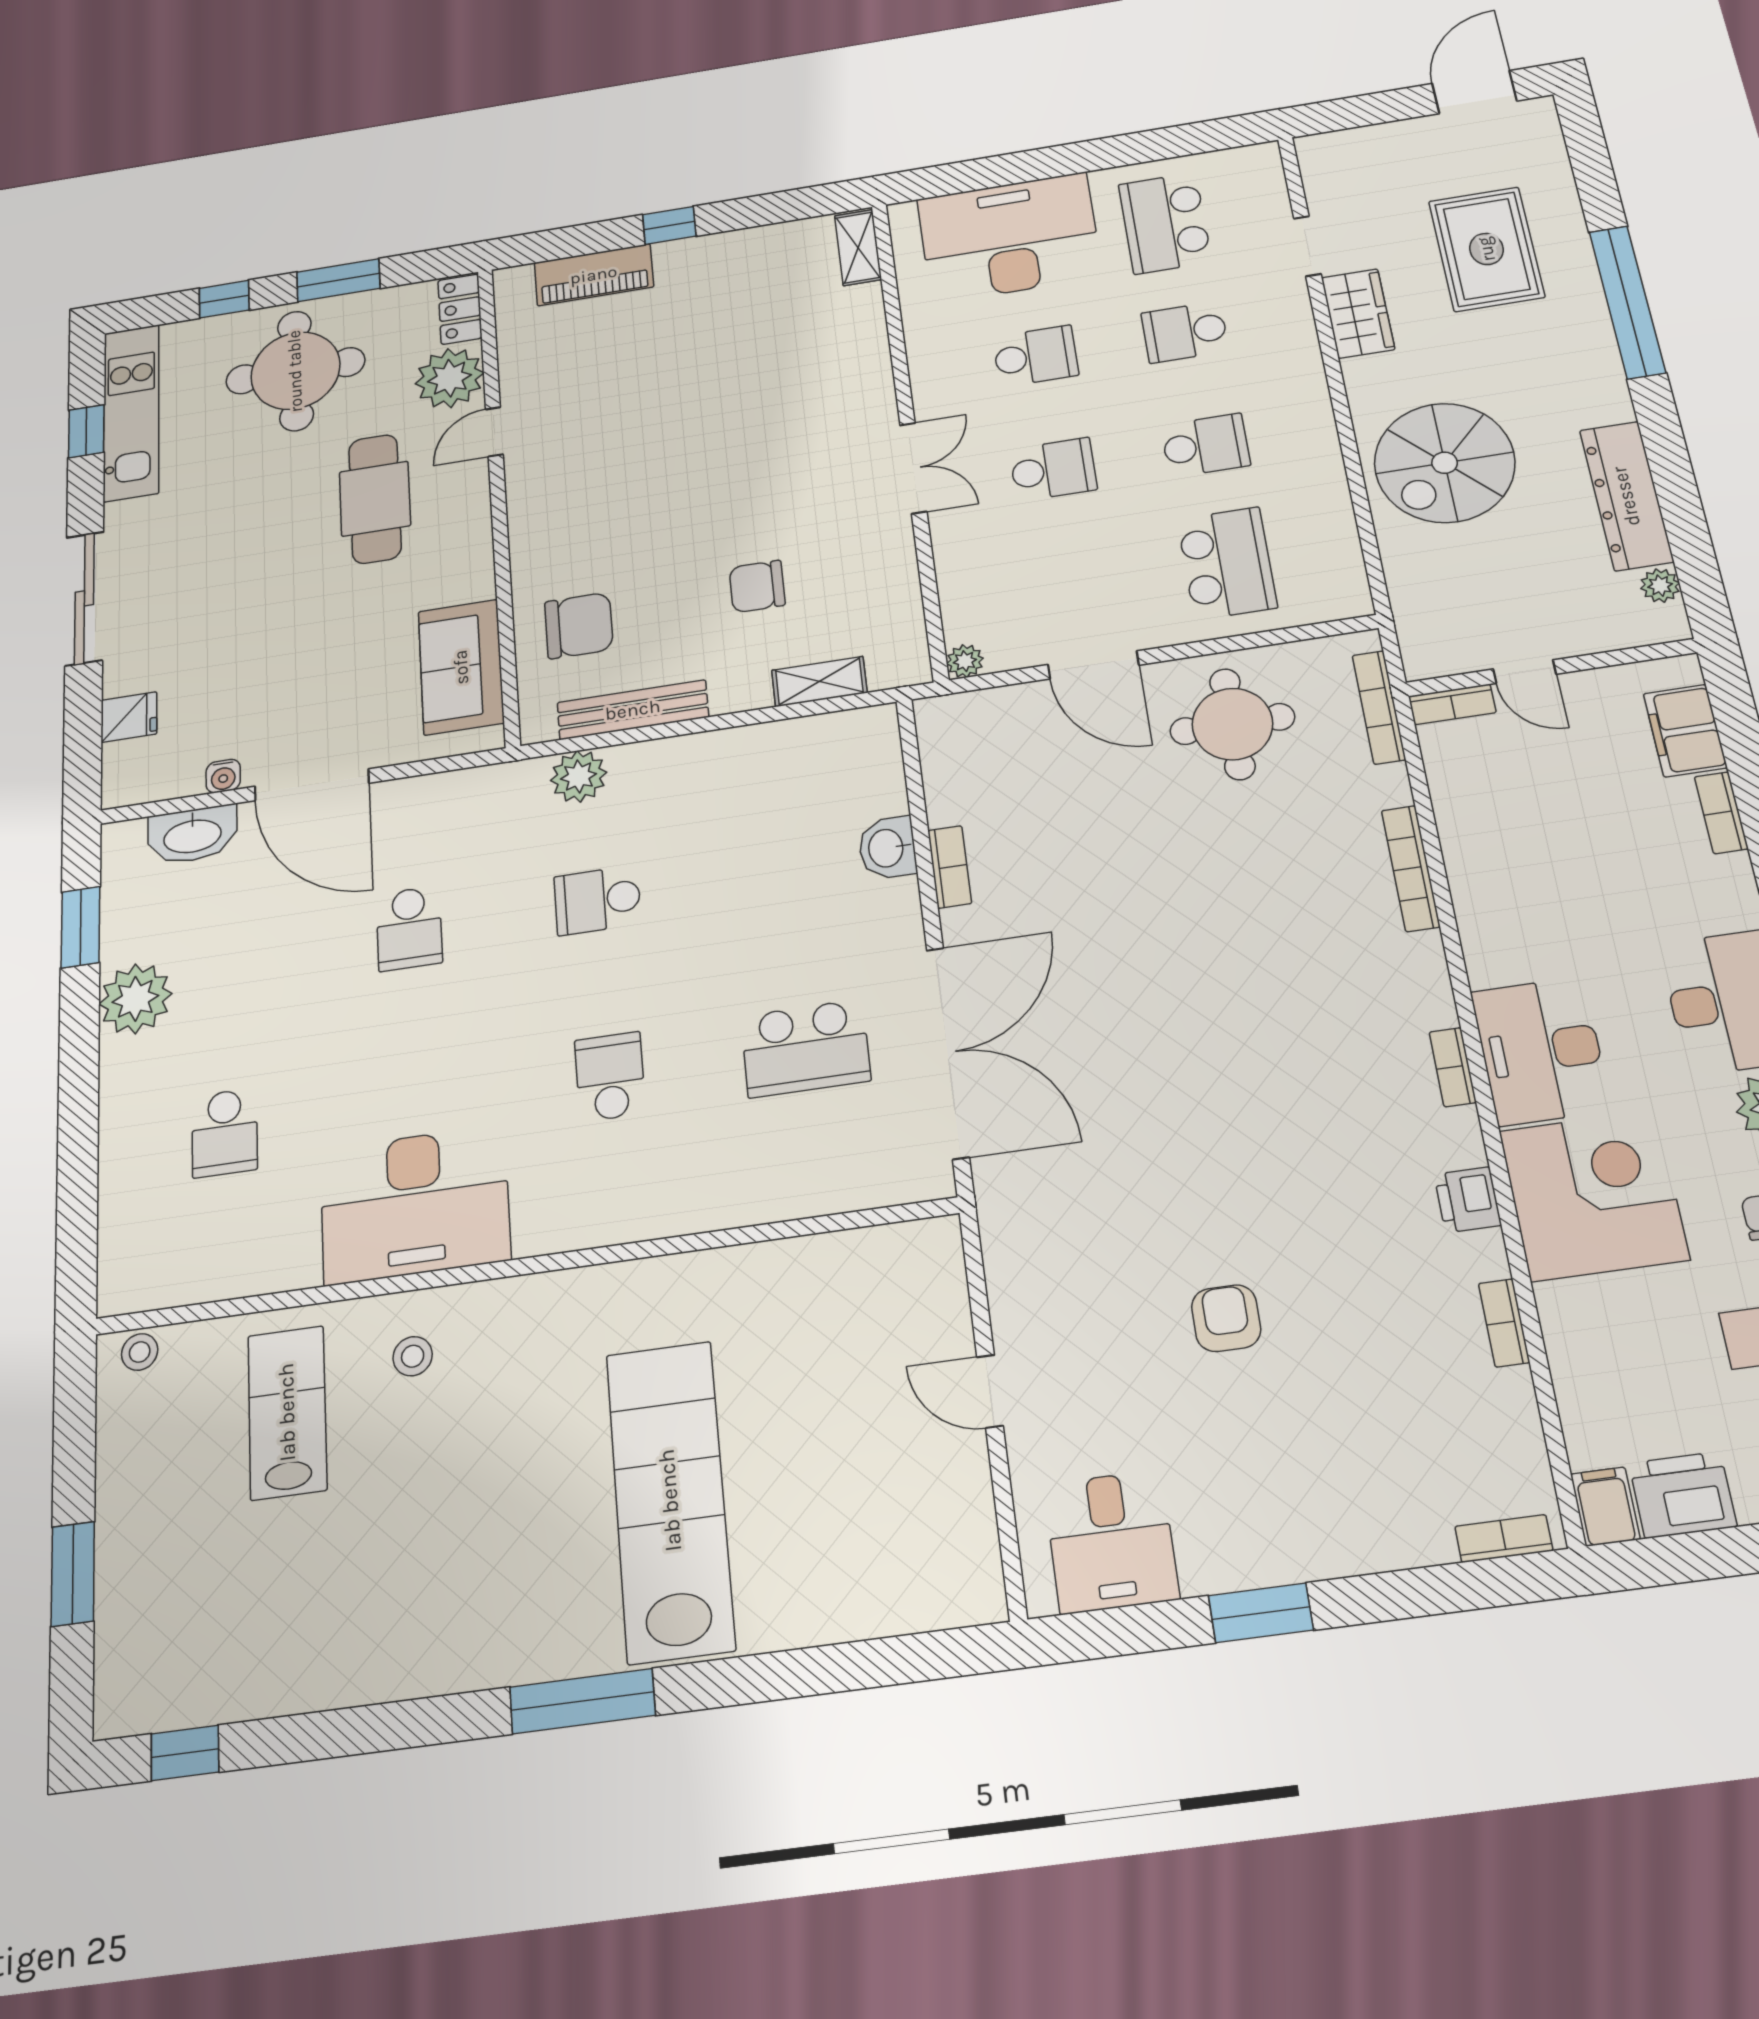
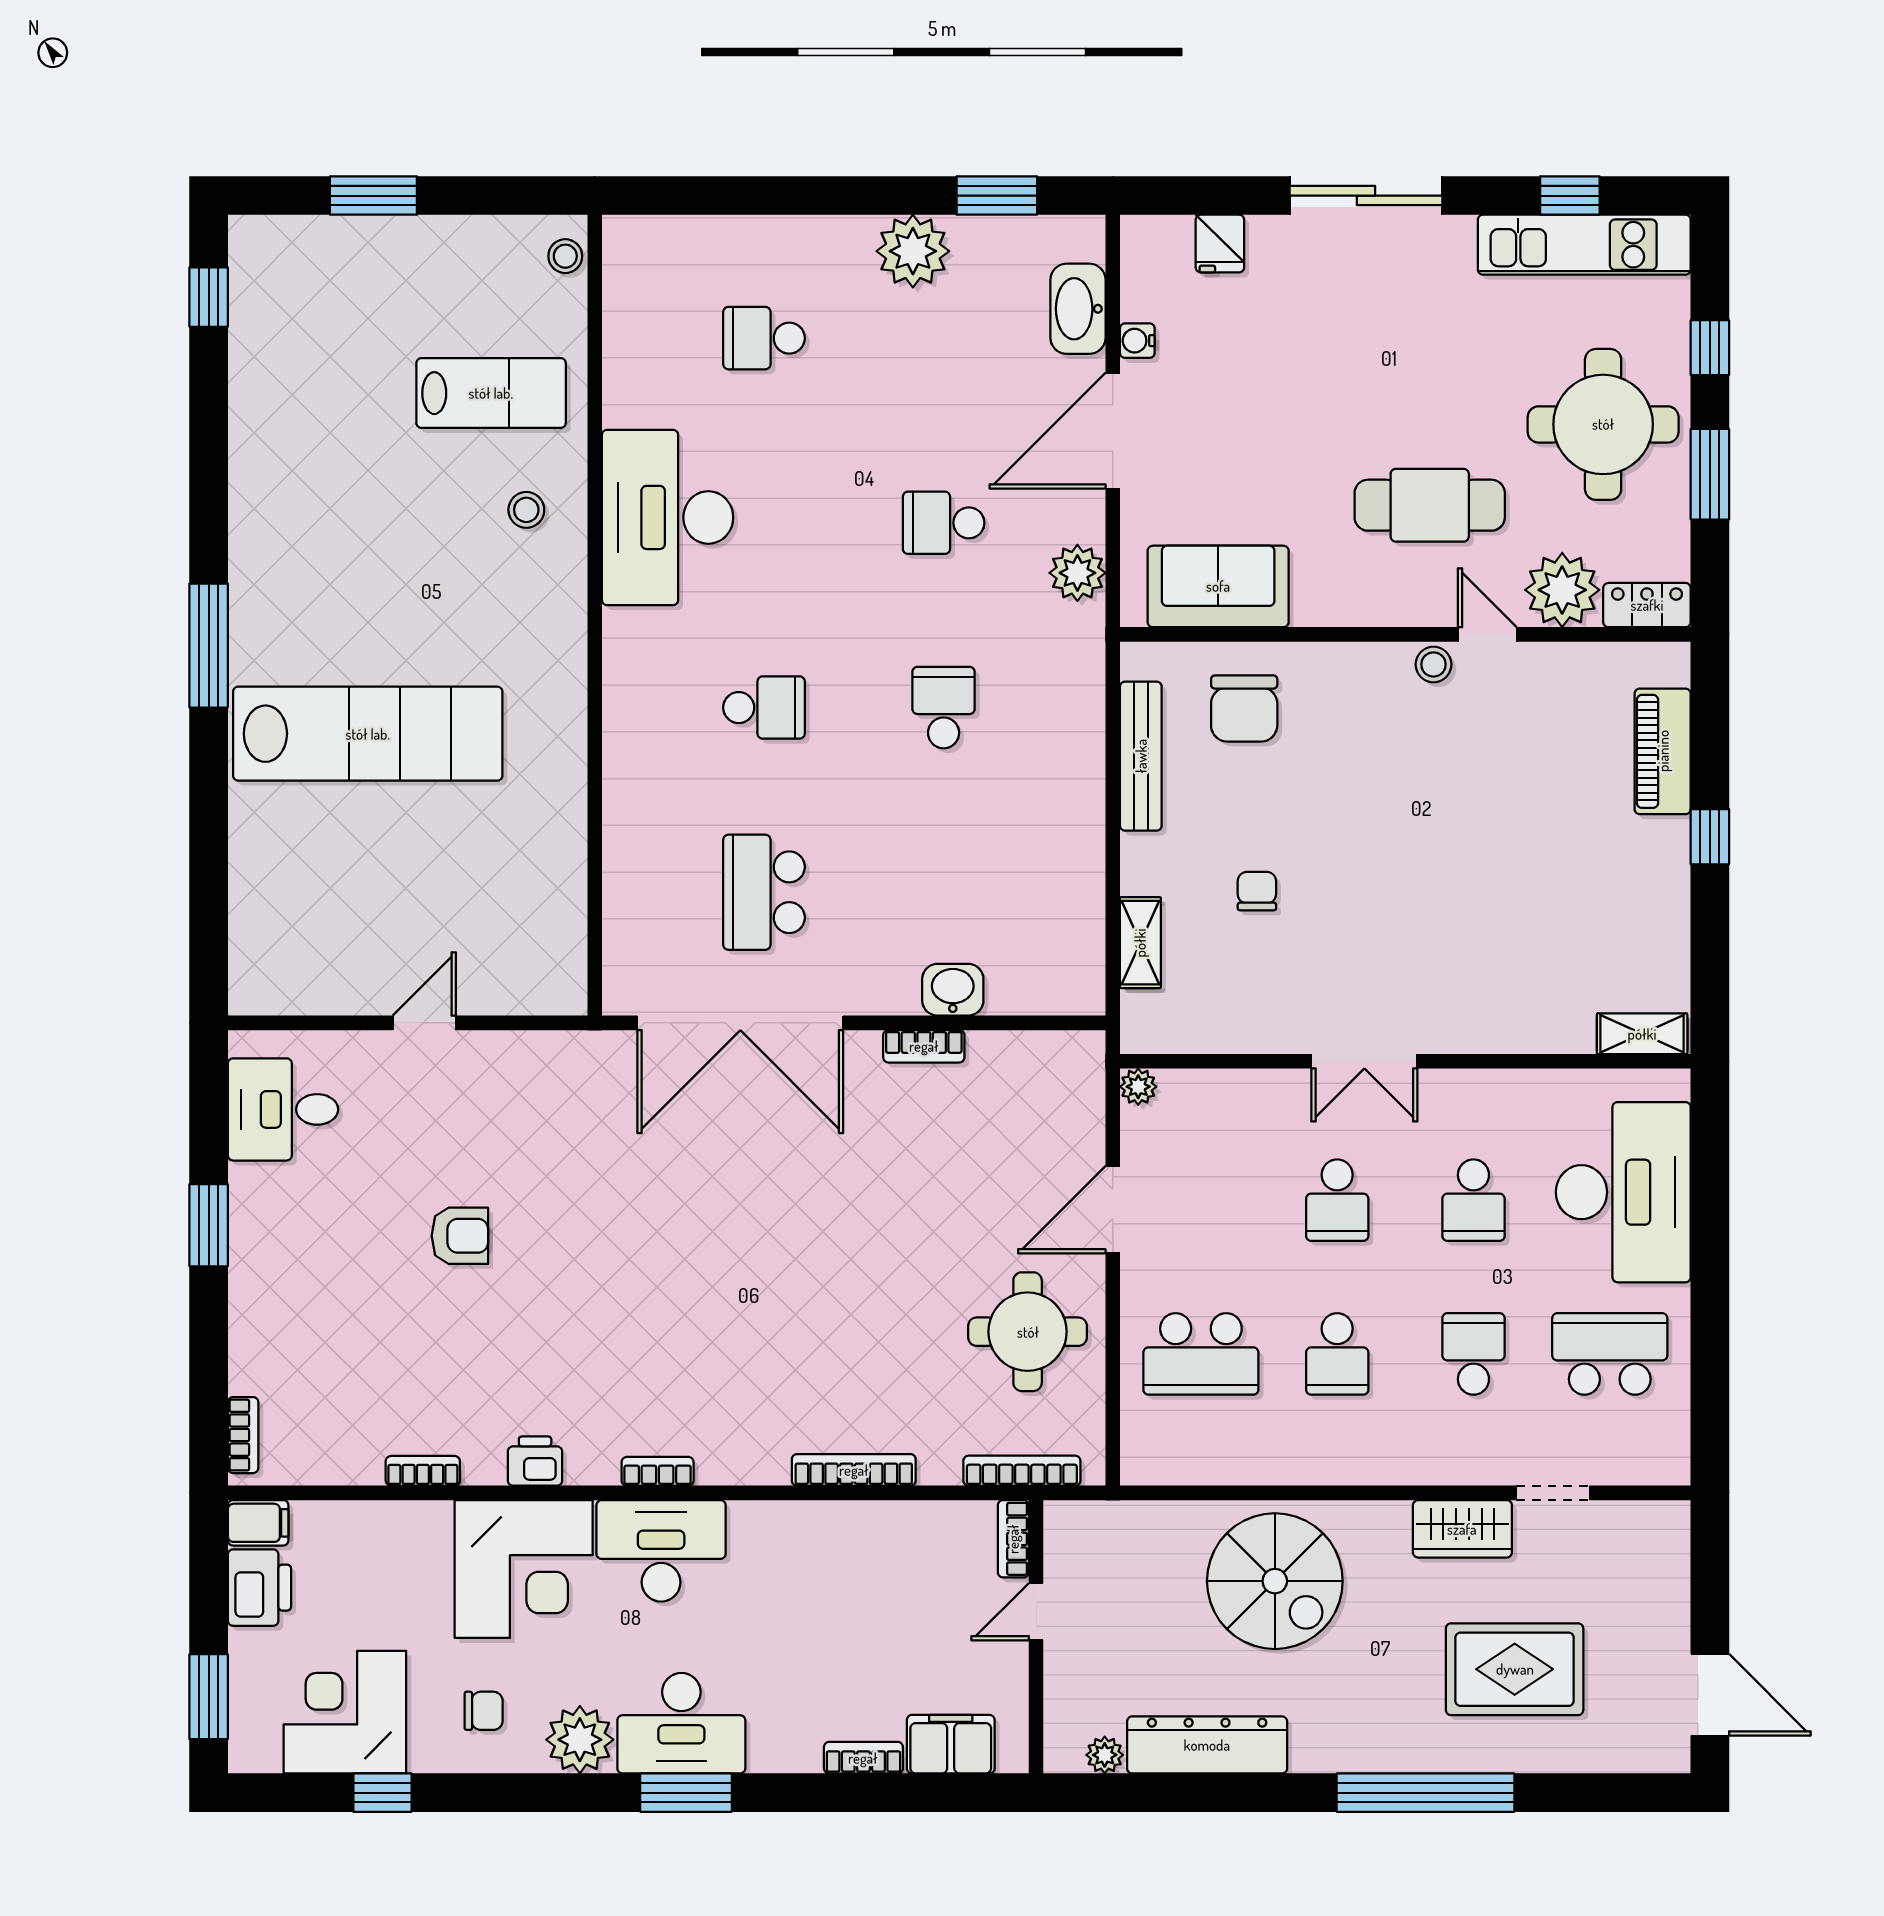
spiral stairs: (1445, 463) -> (1275, 1581), turned 180
stool: (526, 471) -> (1434, 664), added
chair: (757, 586) -> (1257, 891), width x0.73, depth x0.73
plant: (579, 776) -> (1077, 573), moved

